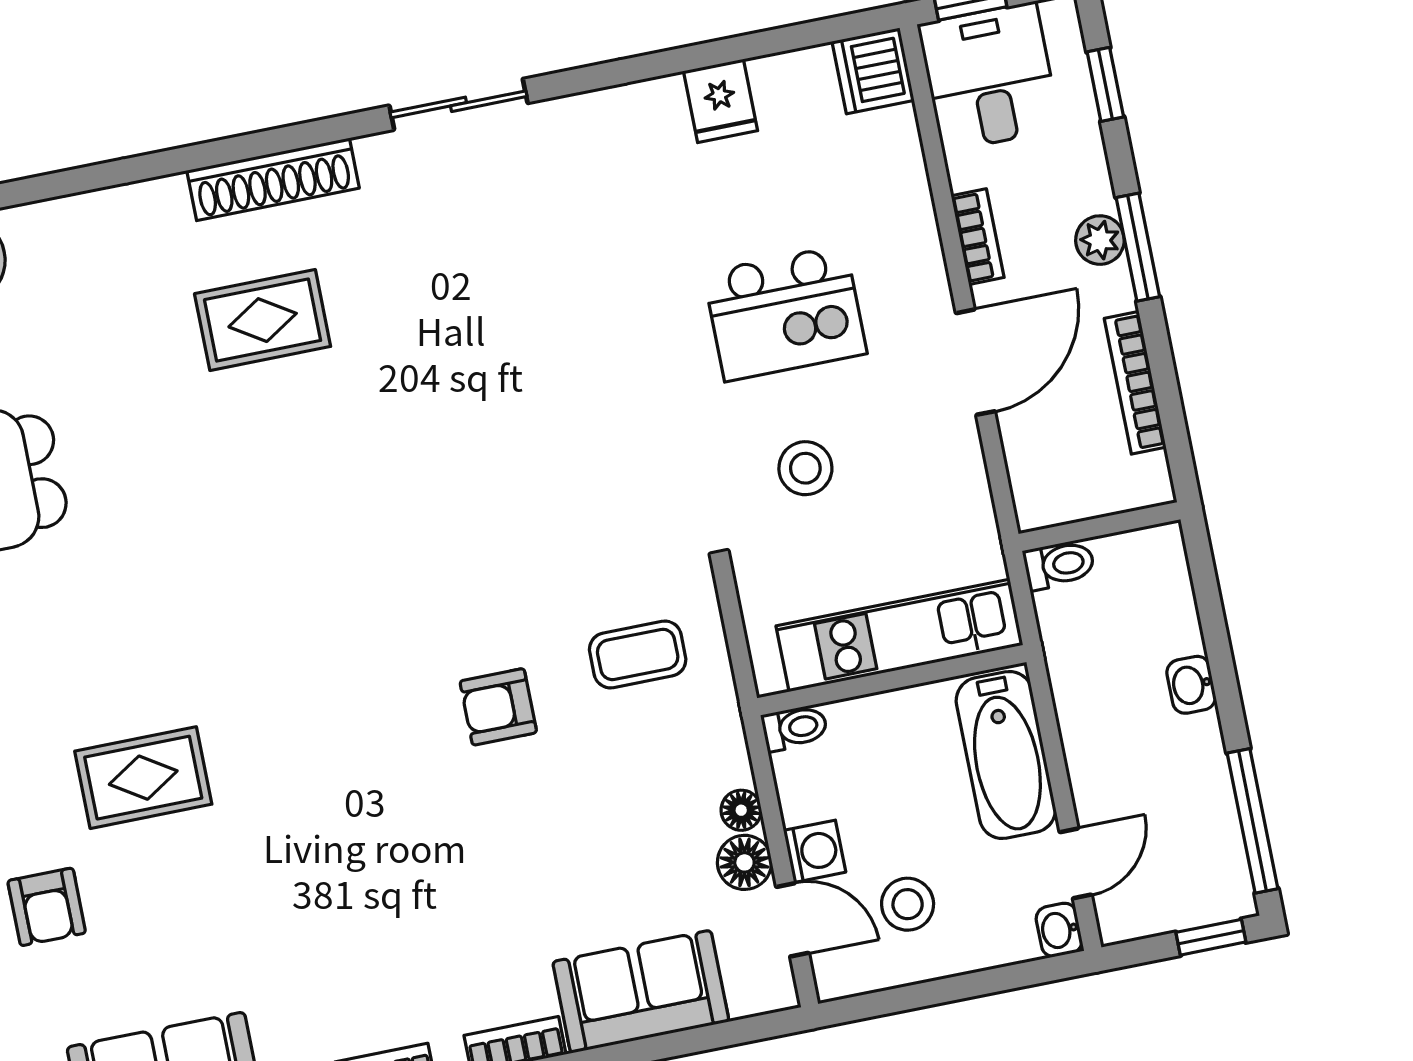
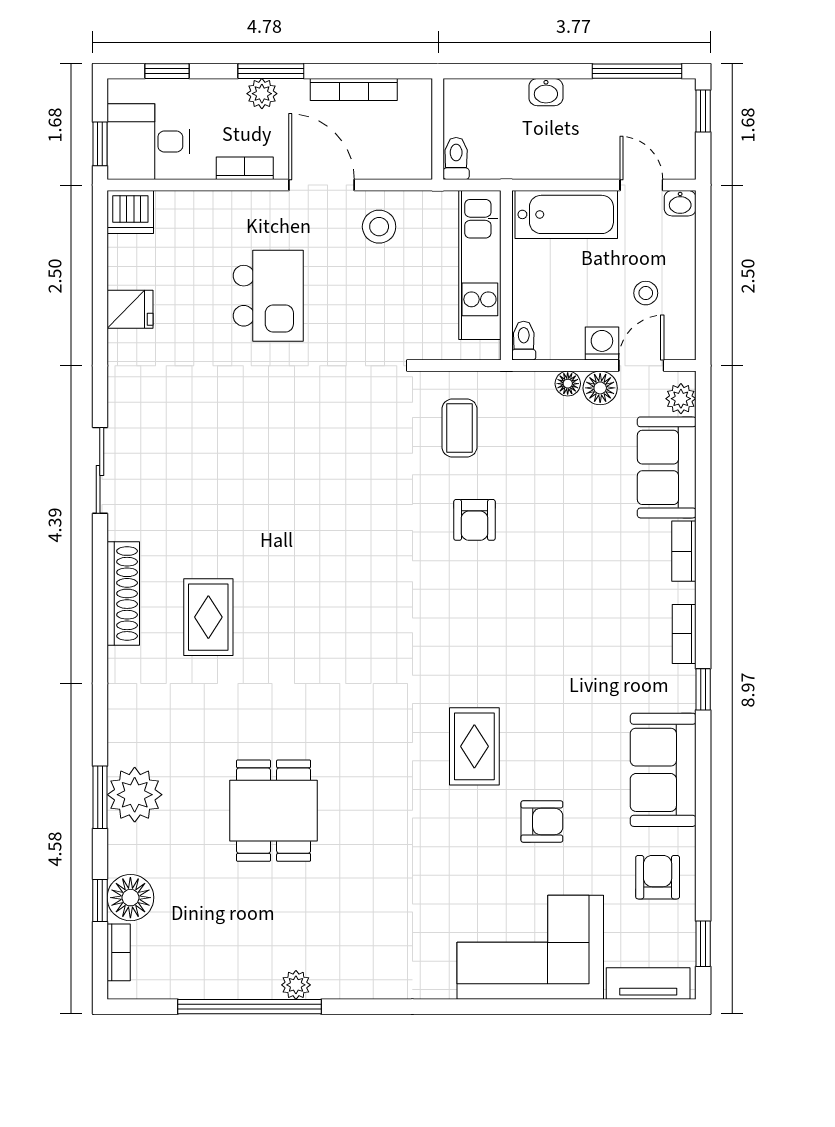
stool: (805, 468) -> (379, 227), moved
stool: (908, 904) -> (646, 293), width x0.73, depth x0.73
plant: (753, 992) -> (681, 399), added

